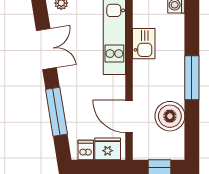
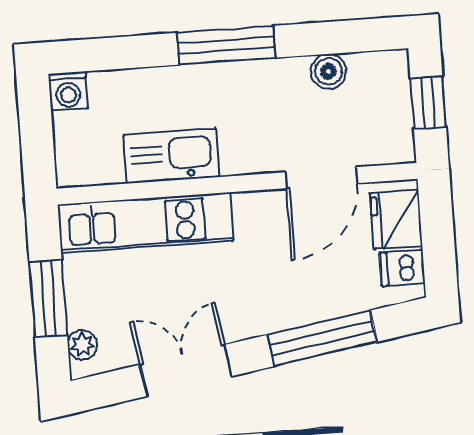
kitchen sink: (144, 44) -> (172, 156), width x1.38
boiler: (170, 116) -> (328, 71), width x0.54, depth x0.54

